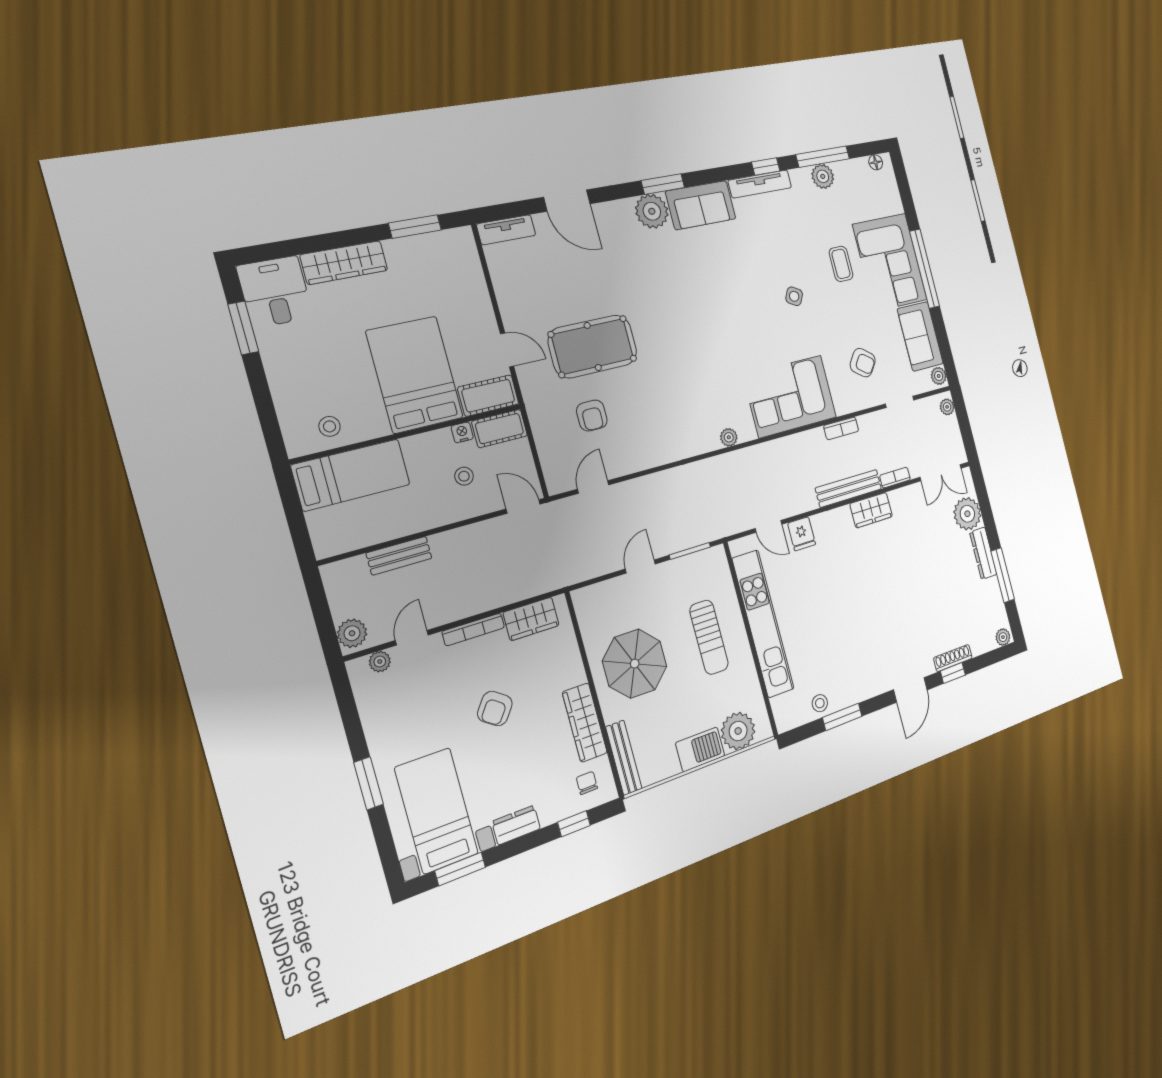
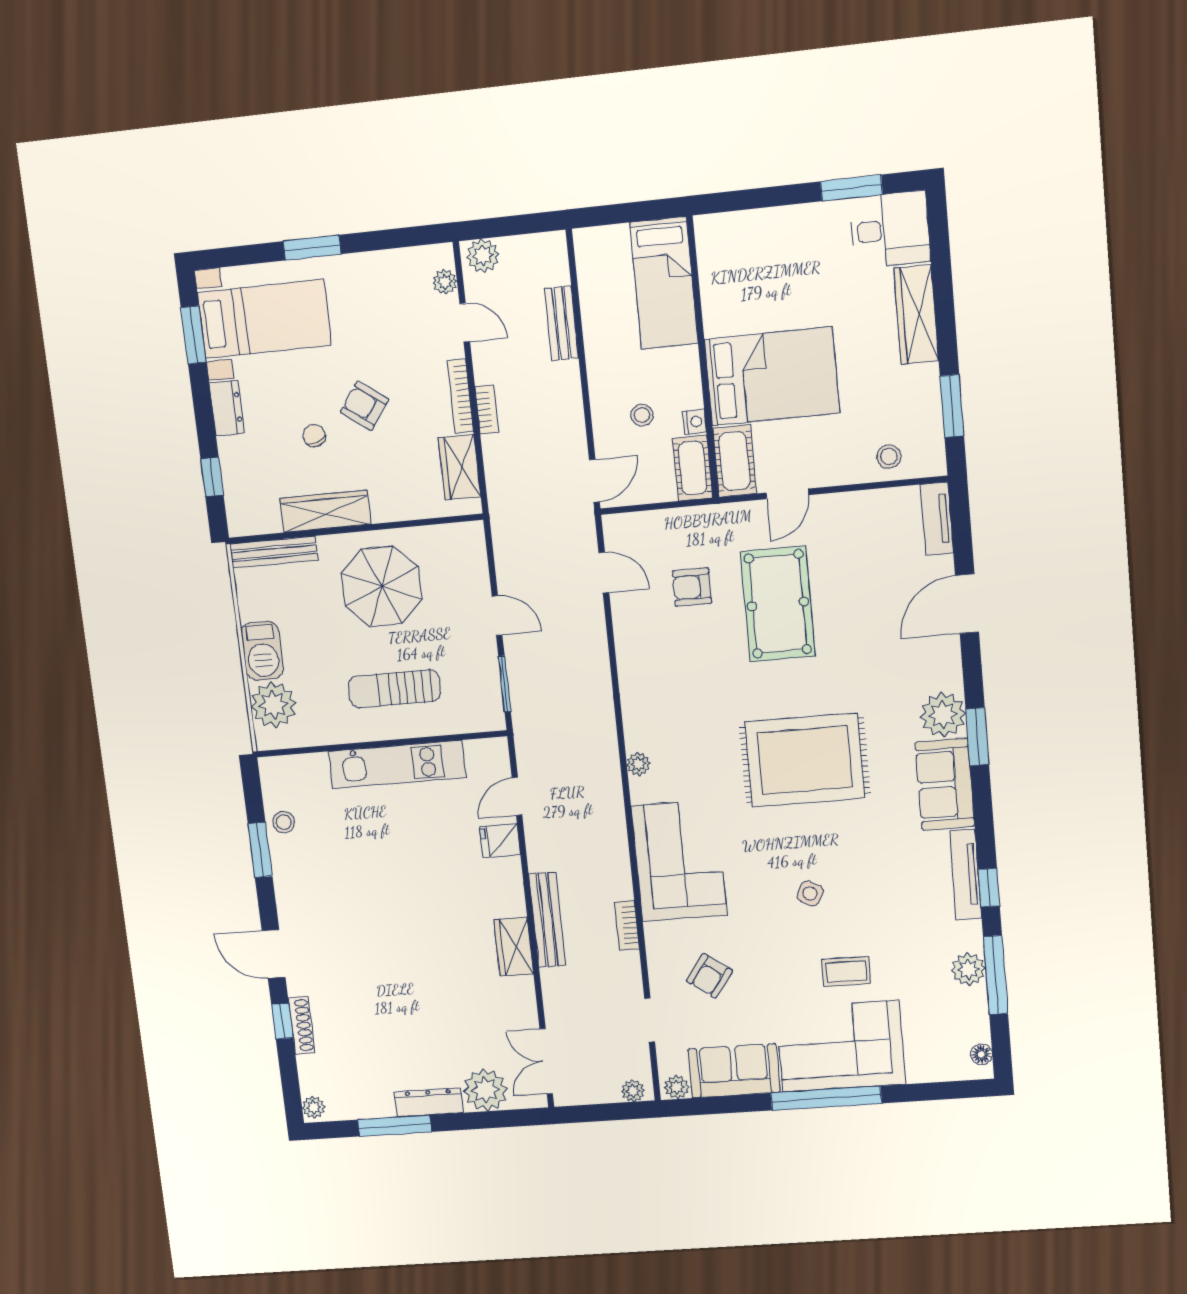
rug: (703, 312) -> (805, 760), added
stool: (330, 426) -> (889, 457), moved
bookcase: (895, 478) -> (487, 409), moved
kitchen unit: (763, 624) -> (397, 764), width x0.73
chair: (587, 783) -> (314, 436), moved, turned -107

